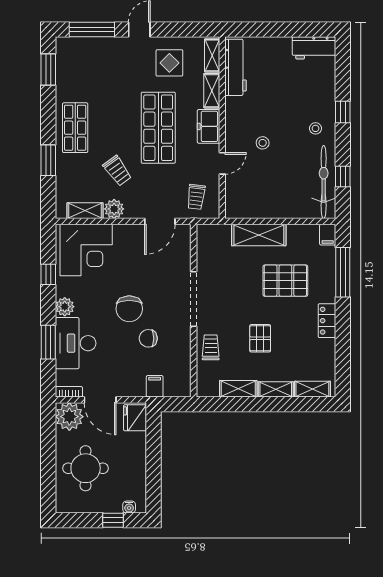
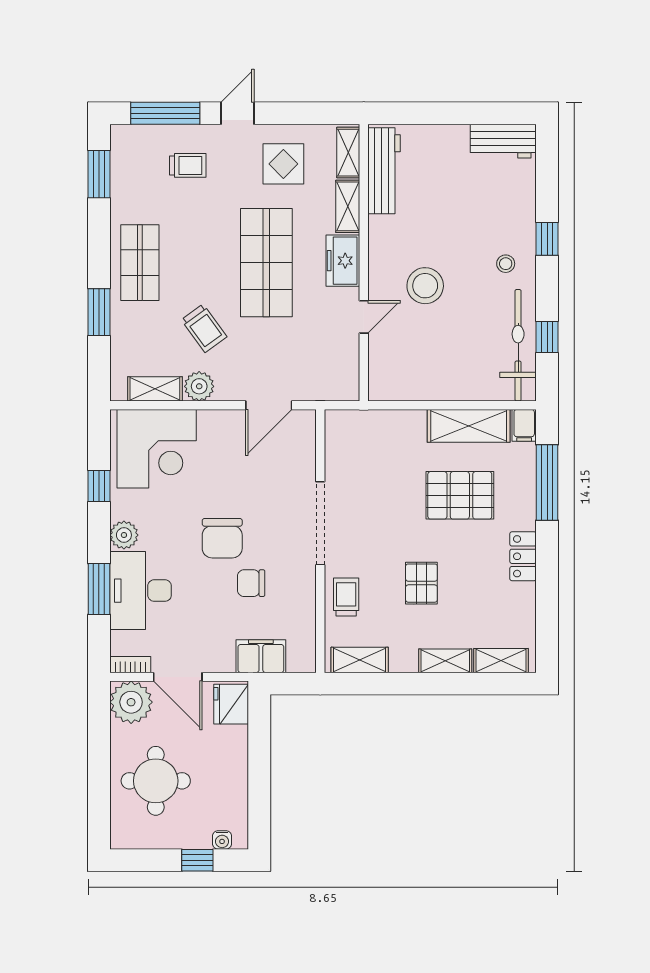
stool: (263, 143) -> (425, 286), width x1.89, depth x1.89
trolley: (196, 197) -> (188, 165), moved, turned -97
shelving: (259, 235) -> (469, 426), moved
filing cabinet: (155, 386) -> (261, 656), width x2.00
shelving: (238, 389) -> (360, 660), moved

